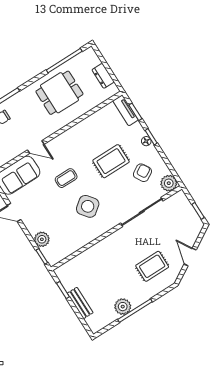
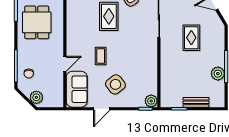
side table: (88, 206) -> (115, 84), moved
plant: (42, 239) -> (151, 101), moved
rug: (152, 266) -> (191, 38), moved

